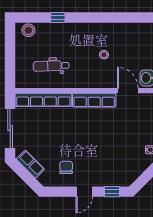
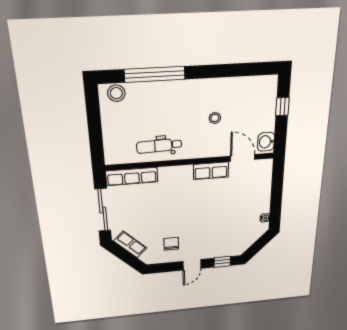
window: (58, 18) -> (155, 74), width x3.17
dental chair: (51, 66) -> (159, 146), moved
row of seats: (43, 100) -> (132, 177), width x0.73
row of seats: (94, 100) -> (211, 171), width x0.68

